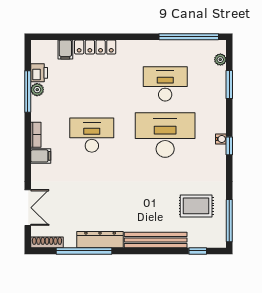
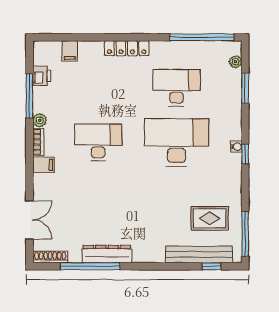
locker: (95, 47) -> (127, 48), moved
plant: (37, 90) -> (40, 120), moved
bench: (156, 240) -> (199, 255), moved

